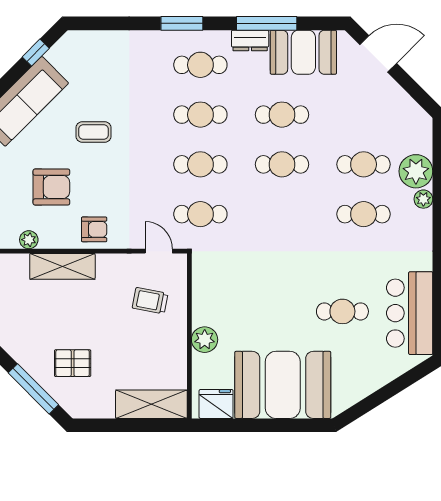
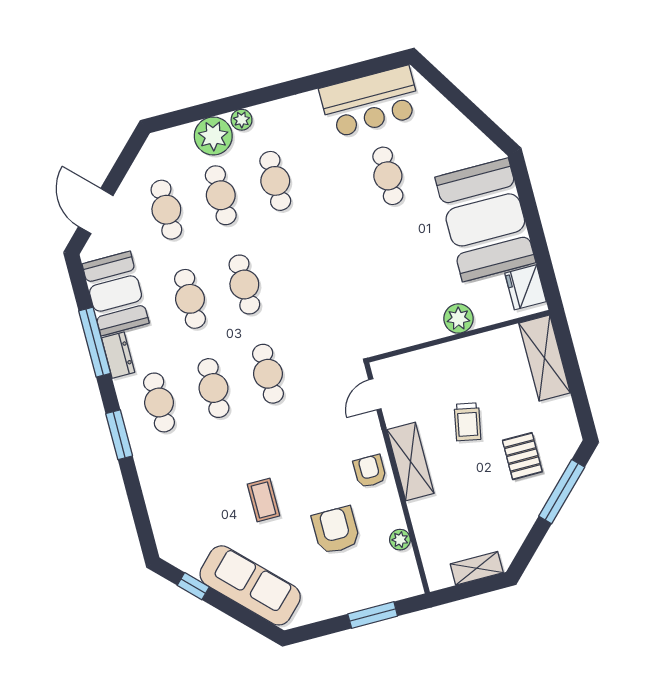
cafe table: (200, 214) -> (166, 210), moved
shelving: (62, 266) -> (411, 462), moved
trolley: (150, 301) -> (468, 422), moved

